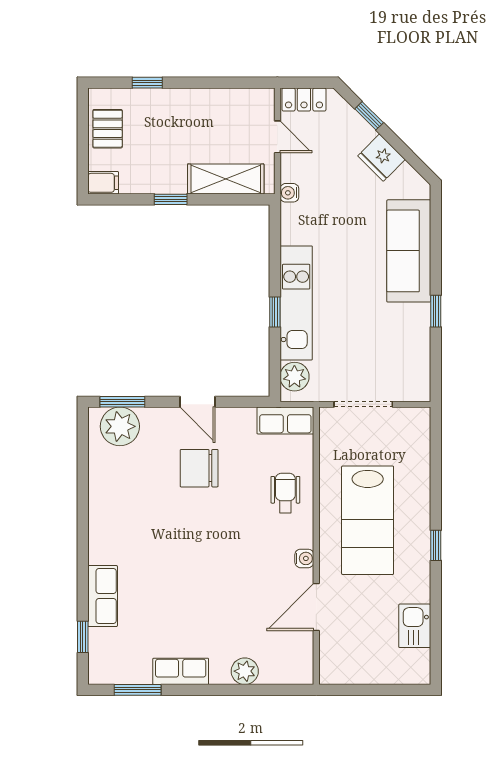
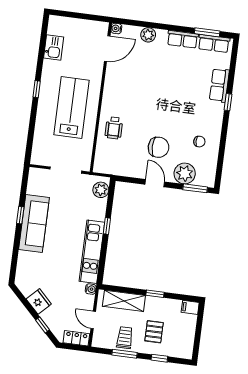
window: (212, 83) -> (124, 354), added
trolley: (216, 112) -> (125, 338), added
pallet: (108, 129) -> (154, 332), moved
sofa: (409, 251) -> (34, 223), moved
kitchen unit: (296, 303) -> (92, 252), moved
row of seats: (285, 421) -> (214, 43), moved, turned 180
plant: (120, 426) -> (185, 173), moved
chair: (126, 488) -> (199, 142), added
water cooler: (304, 558) -> (116, 29), moved
door: (316, 607) -> (107, 49), moved
window: (83, 637) -> (228, 102), moved

